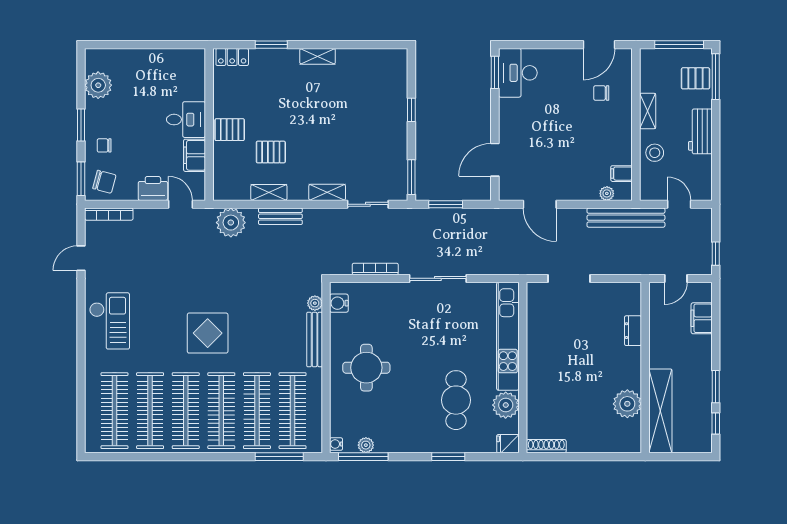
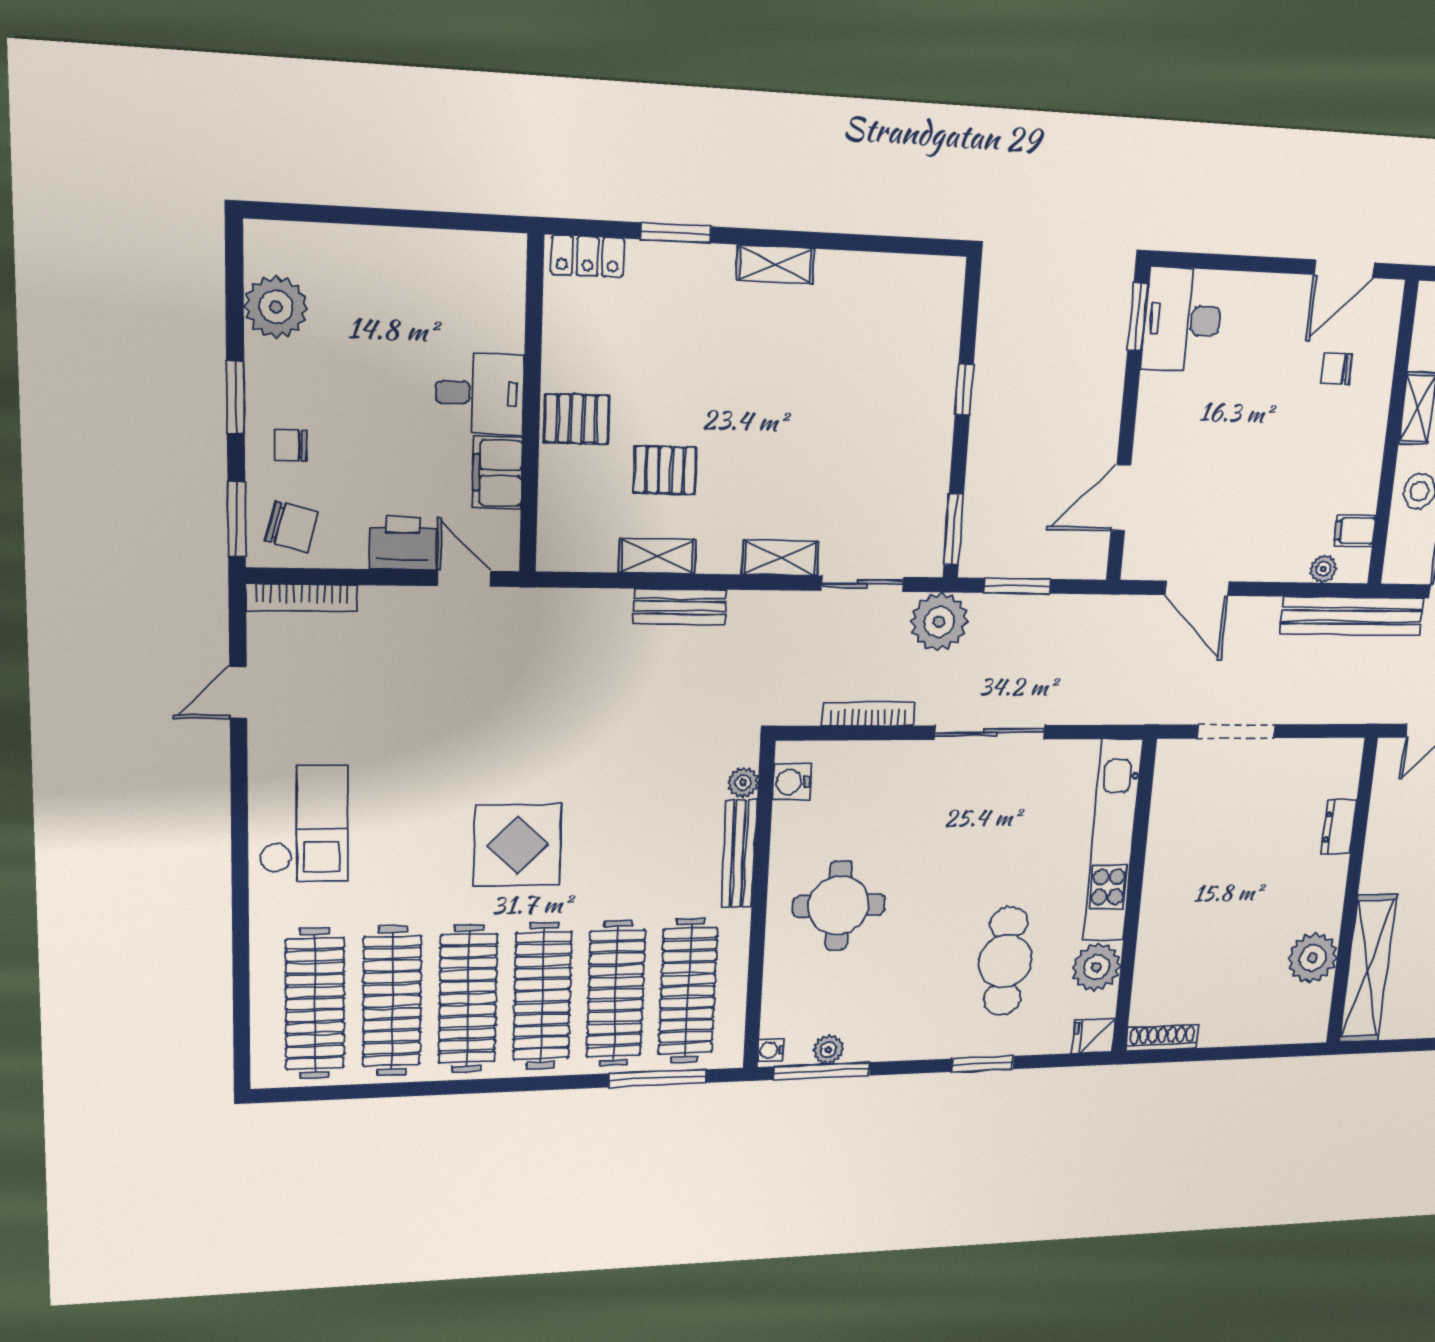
plant: (231, 223) -> (939, 622), moved

